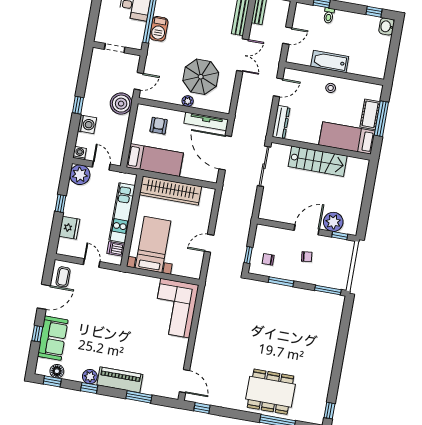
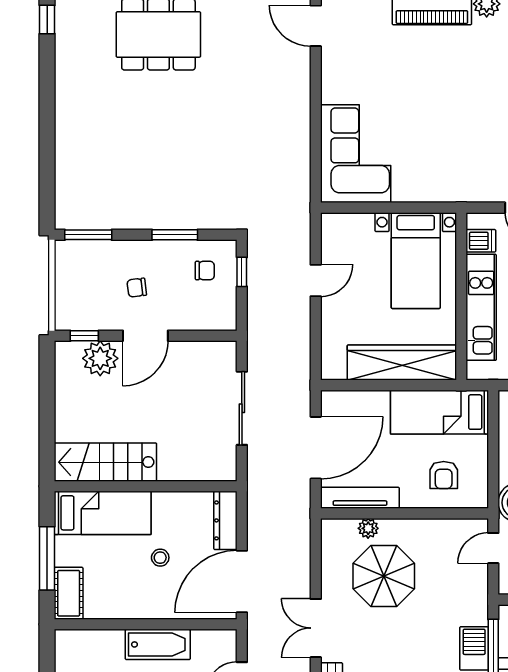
door: (278, 87) -> (242, 582), width x1.88
stool: (331, 88) -> (160, 558), moved
plant: (188, 101) -> (368, 528), moved
cot: (370, 114) -> (69, 593), moved
door: (225, 153) -> (316, 448), hinge flipped
stairs: (318, 161) -> (105, 462), moved
sliding door: (264, 166) -> (242, 408), moved

